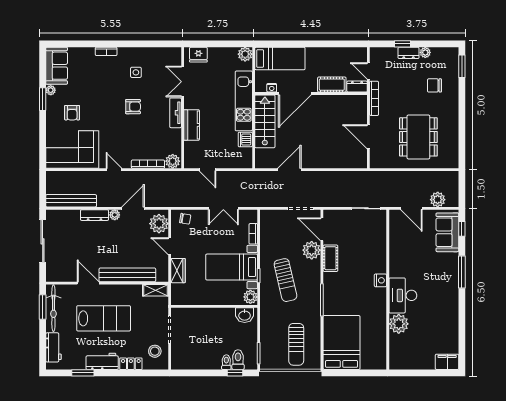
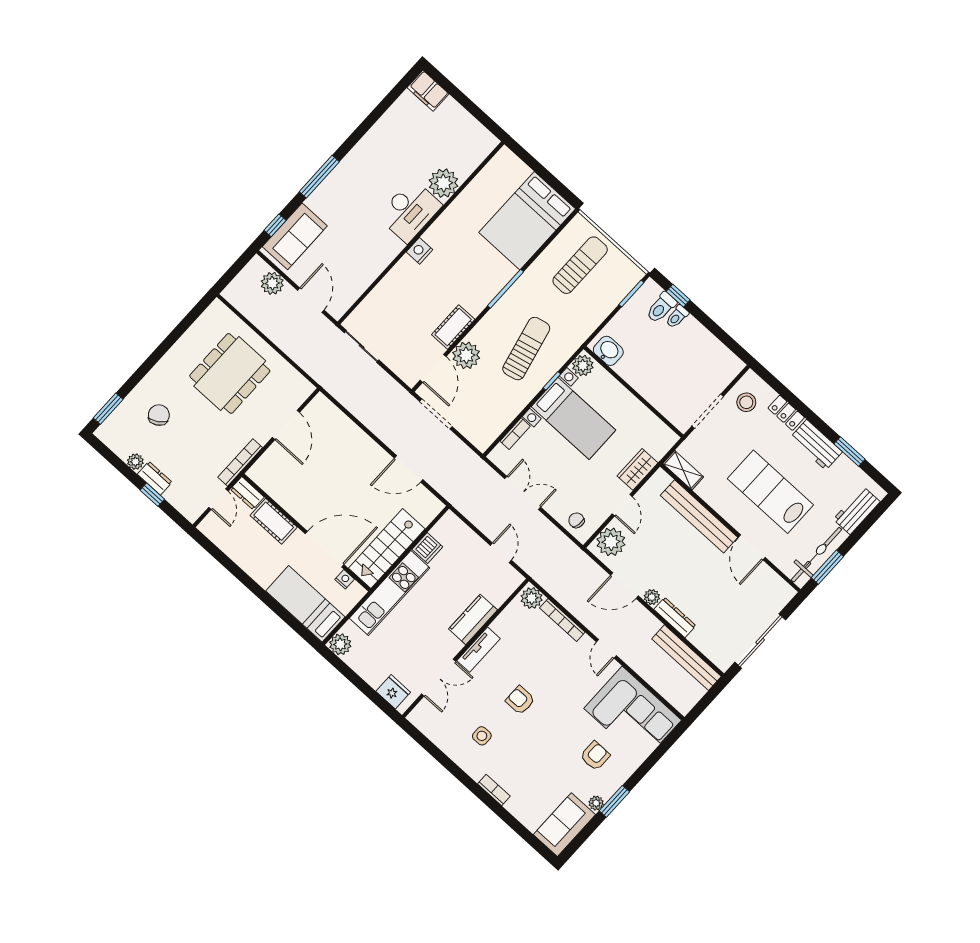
chair: (434, 85) -> (159, 415), turned -122

